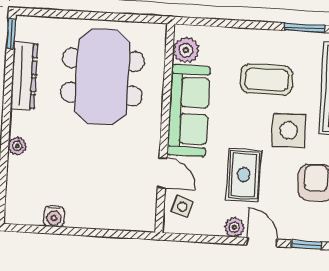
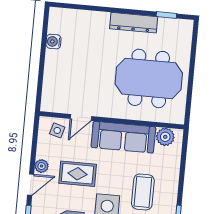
window: (11, 34) -> (166, 15), moved
dresser: (24, 76) -> (134, 23), moved
plant: (17, 146) -> (103, 18), removed

